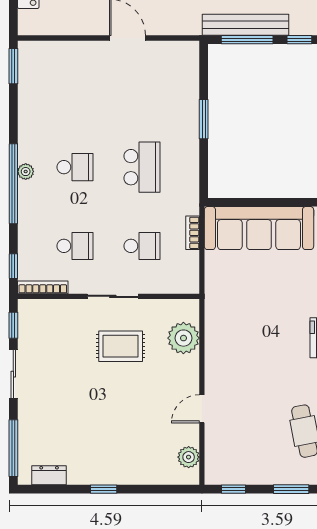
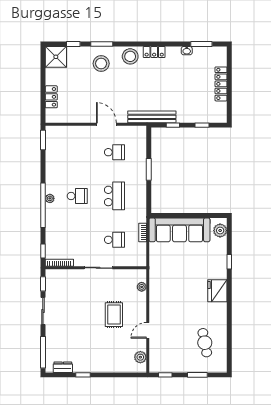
bench: (245, 25) -> (152, 117), moved
window: (247, 40) -> (173, 125), width x0.46
school desk: (75, 246) -> (114, 152), moved
plant: (183, 338) -> (142, 287), width x0.53, depth x0.53
rug: (121, 346) -> (114, 315), moved, turned 90
window: (104, 489) -> (83, 375), moved

